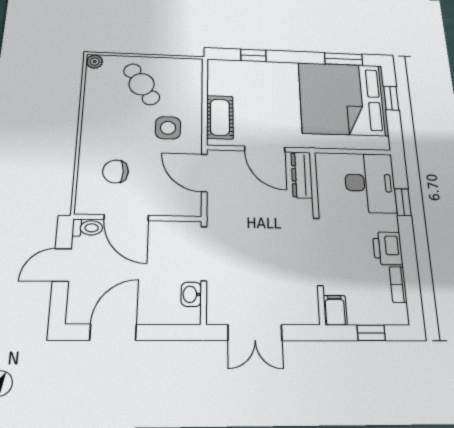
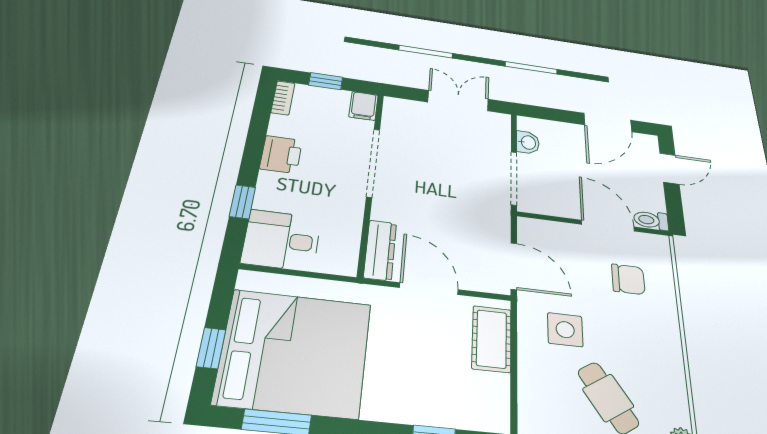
desk: (370, 183) -> (282, 240), width x0.73
door: (62, 265) -> (669, 169), moved
bookcase: (398, 284) -> (283, 98), moved

